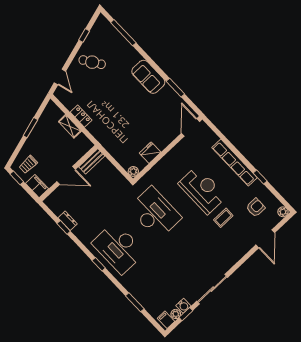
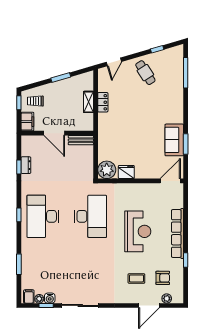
sofa: (148, 77) -> (174, 140), moved
plant: (133, 171) -> (107, 170), width x1.88, depth x1.88
plant: (283, 212) -> (167, 298), moved
coffee table: (223, 218) -> (136, 278), moved

